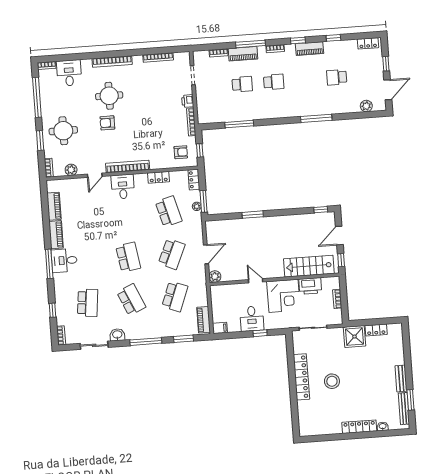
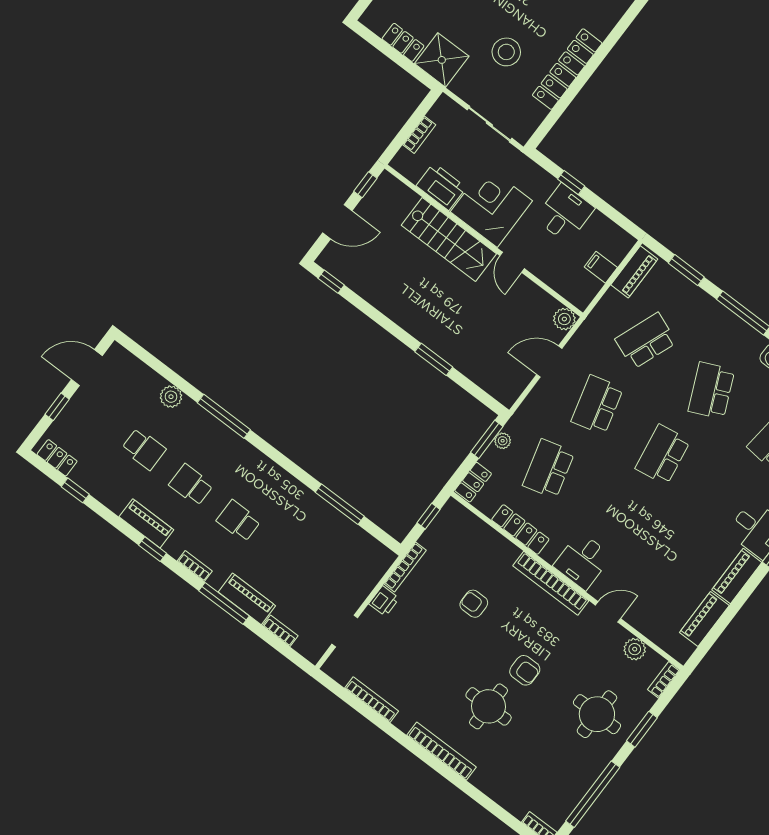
window: (333, 38) -> (75, 490), moved
desk: (69, 73) -> (517, 789), removed
school desk: (242, 84) -> (191, 485), moved
plant: (366, 106) -> (171, 397), moved
armchair: (181, 152) -> (474, 604), moved
locker: (159, 177) -> (520, 530), width x1.53
school desk: (172, 254) -> (597, 405), turned -39
stairs: (309, 266) -> (449, 239), moved
filing cabinet: (220, 328) -> (601, 267), moved
stool: (332, 381) -> (506, 52), moved

